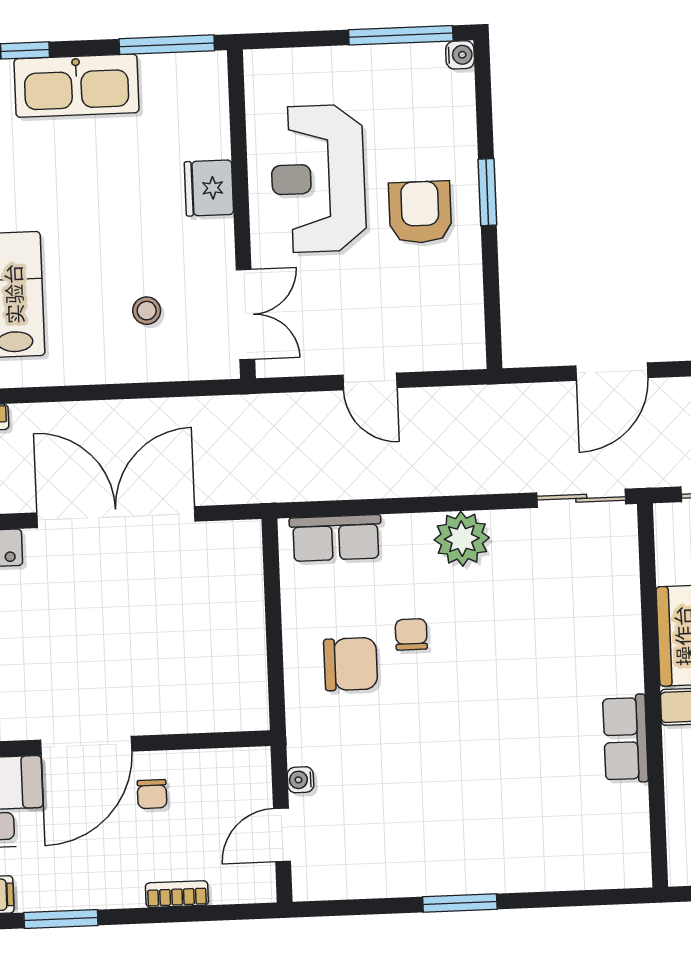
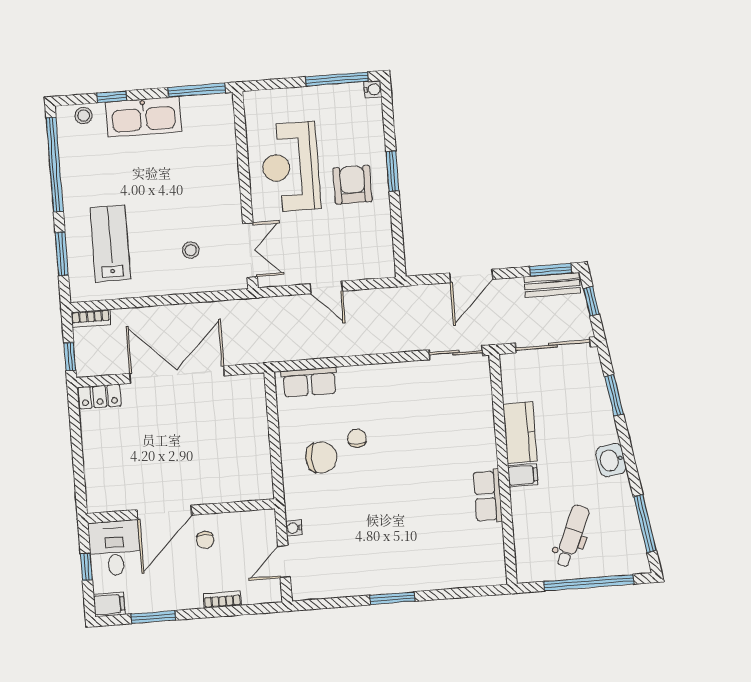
fridge: (209, 188) -> (225, 175), removed
plant: (462, 539) -> (385, 380), removed

